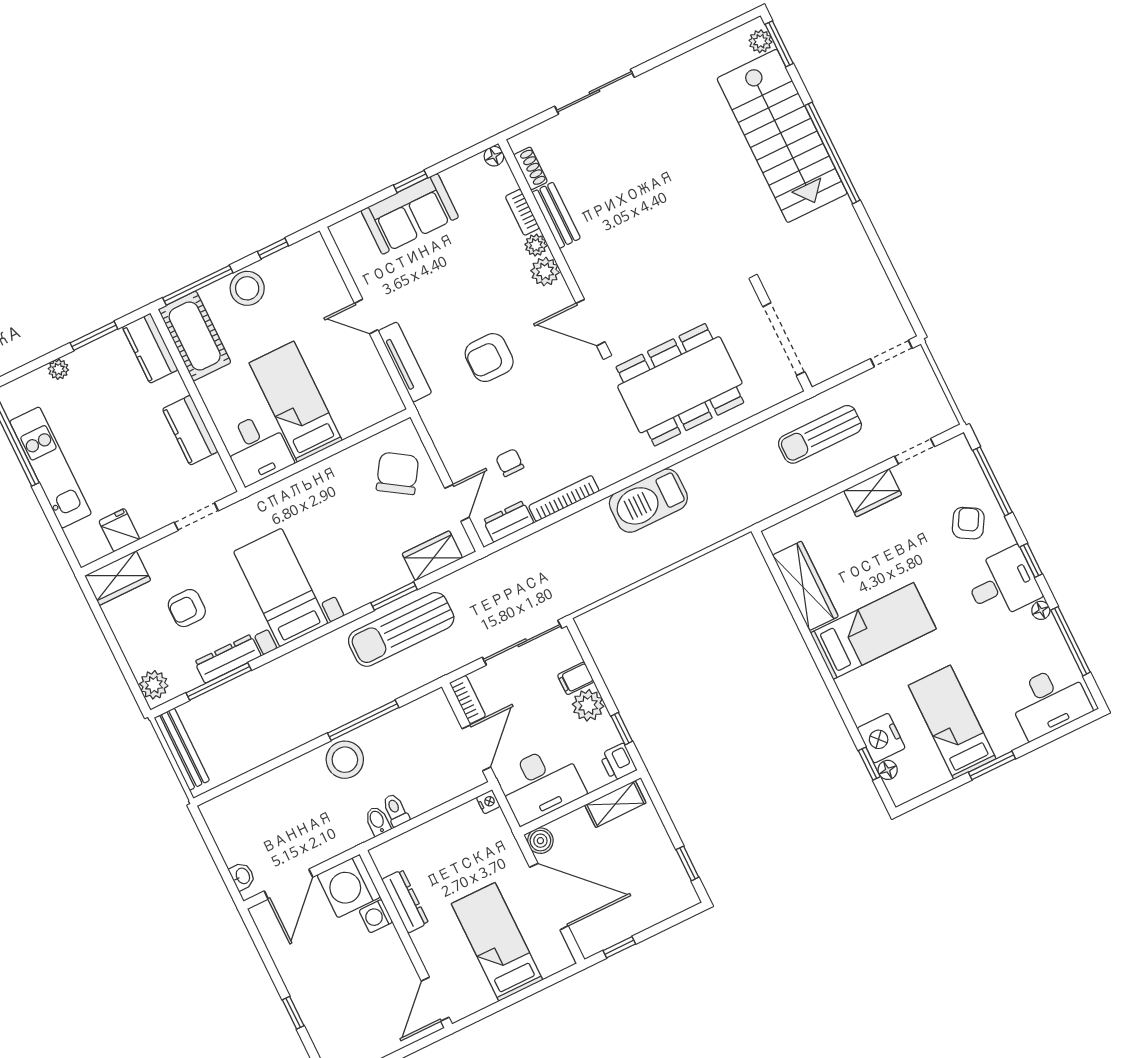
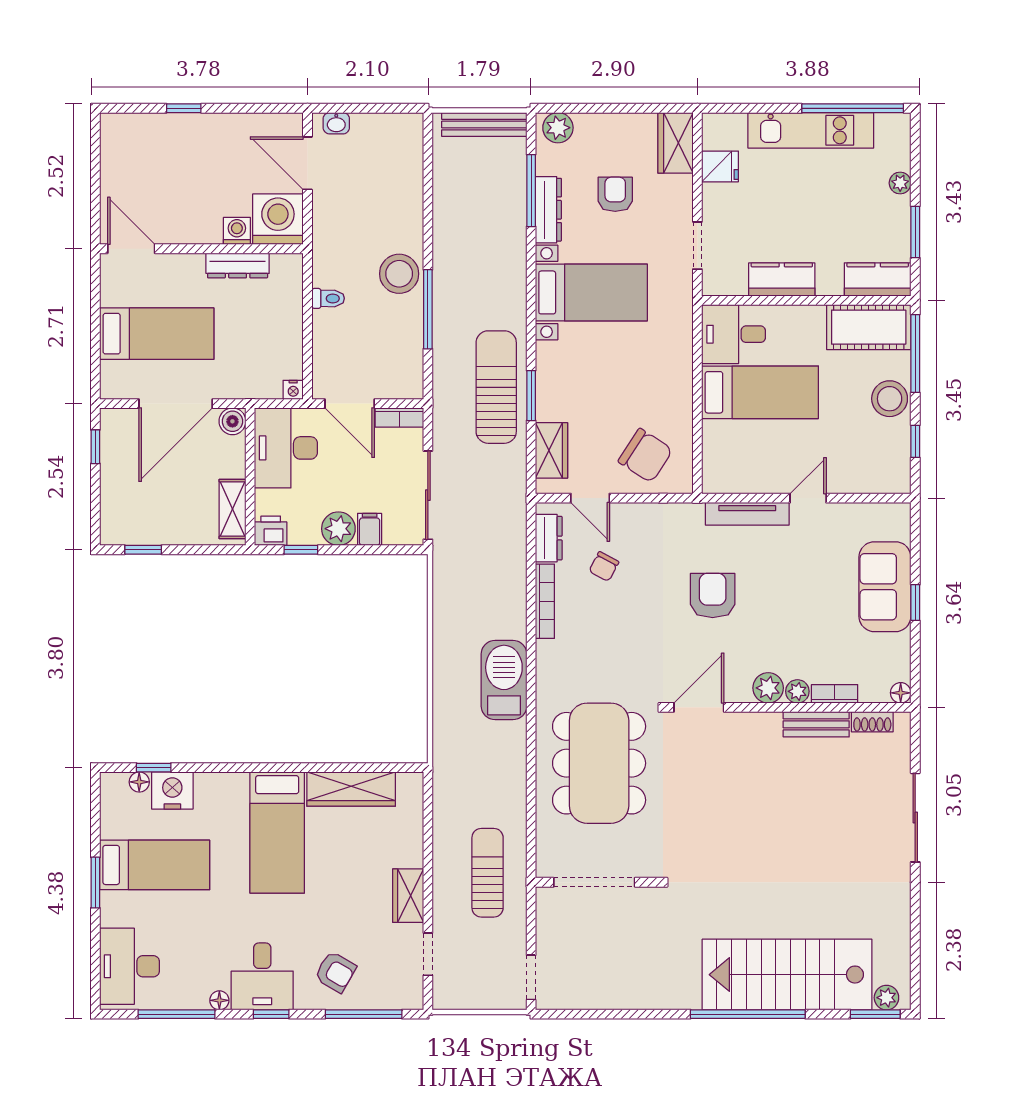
chair: (510, 463) -> (604, 567), turned 118
bidet: (378, 821) -> (326, 276), removed

